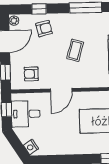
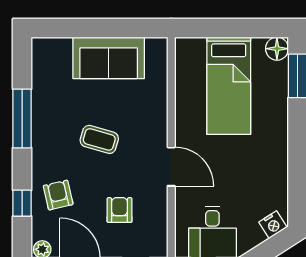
armchair: (31, 74) -> (120, 210), moved, turned 180

